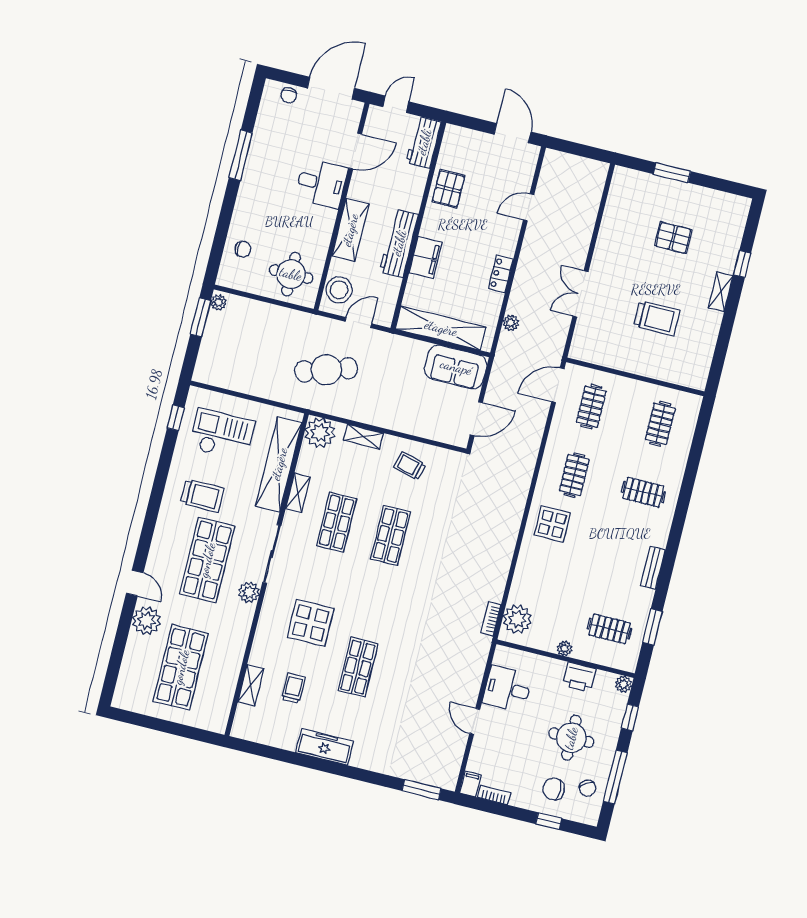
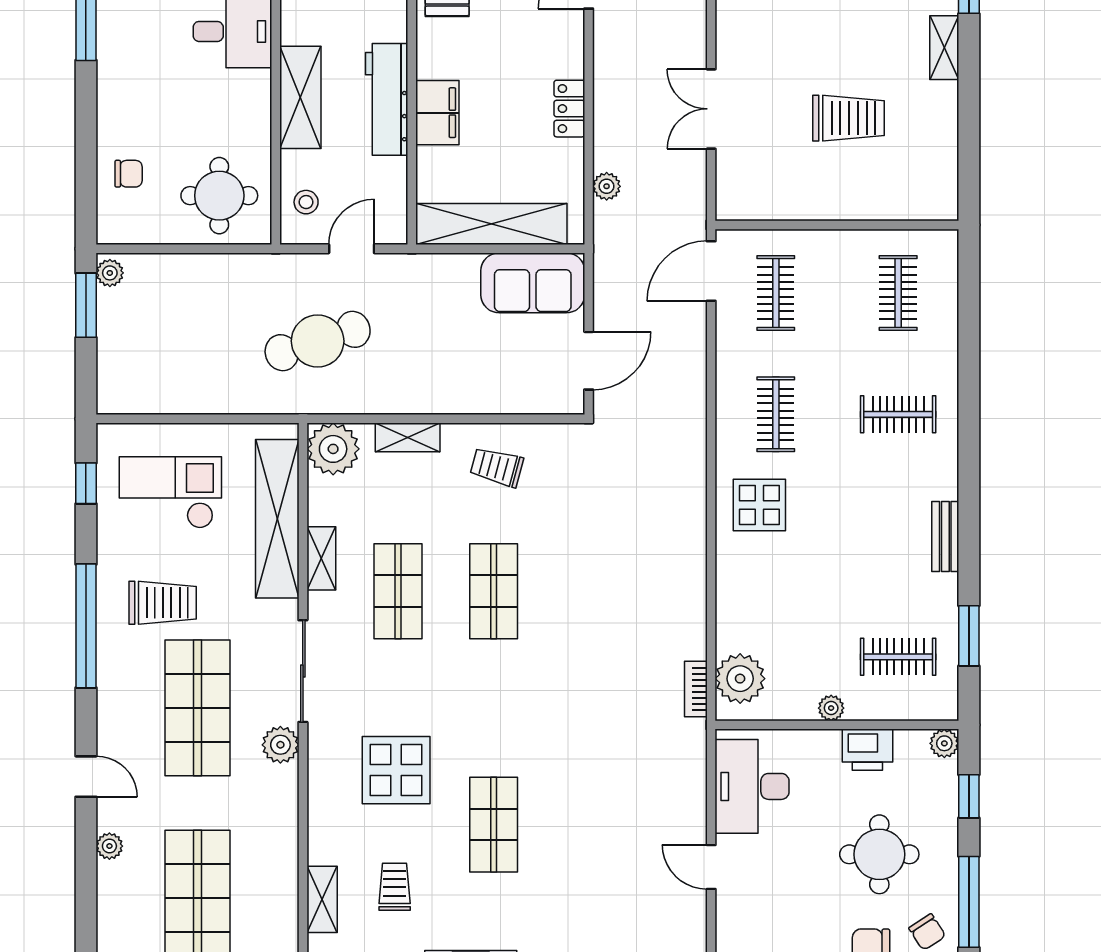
stool: (339, 290) -> (306, 202), width x0.53, depth x0.53
window: (156, 498) -> (86, 626), added
plant: (146, 621) -> (109, 846), width x0.53, depth x0.53
desk: (507, 689) -> (752, 786), width x1.37

